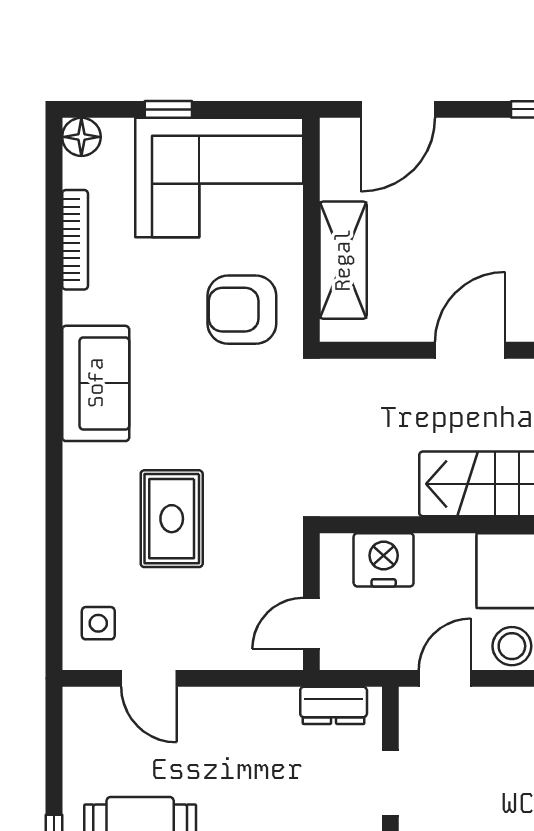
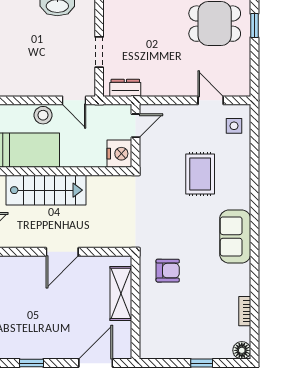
corner sofa: (219, 178) -> (178, 332), removed
bookcase: (75, 240) -> (245, 311), width x0.64
armchair: (242, 310) -> (168, 271), width x0.72, depth x0.72
nightstand: (384, 560) -> (119, 154), moved, turned -90
door: (445, 678) -> (74, 100), hinge flipped

